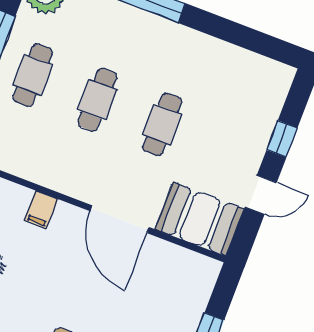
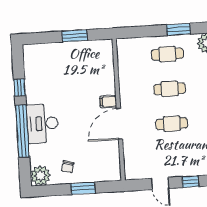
filing cabinet: (41, 210) -> (108, 102), moved
booth: (200, 219) -> (136, 161), removed

